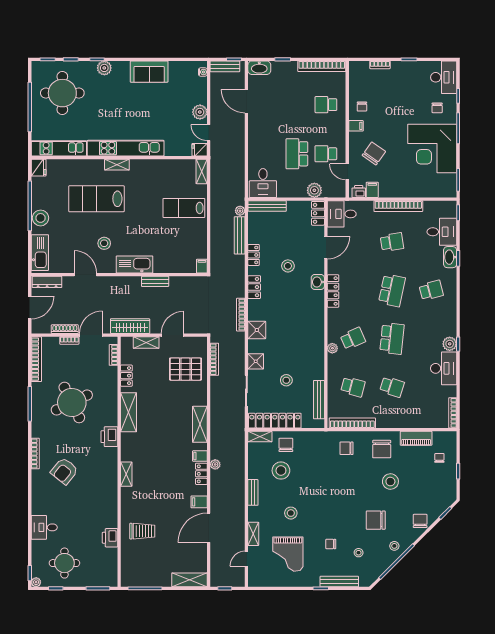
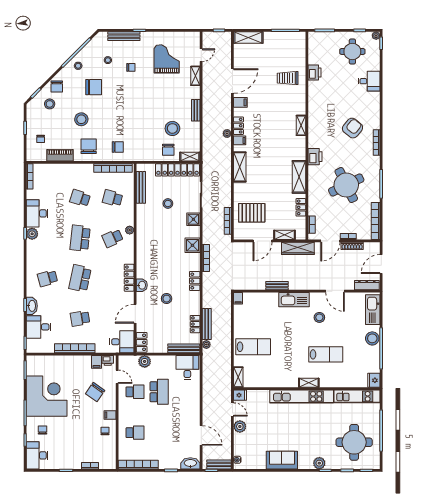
lab bench: (96, 199) -> (326, 354), width x0.73, depth x0.72
locker: (254, 255) -> (195, 324), moved
stool: (291, 513) -> (50, 104), moved

